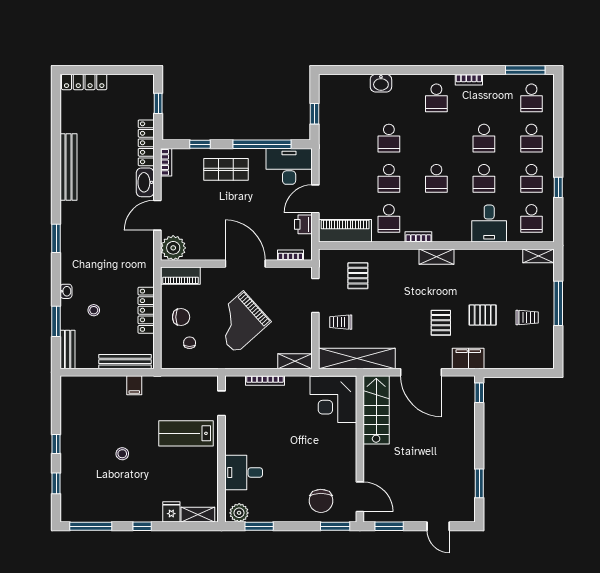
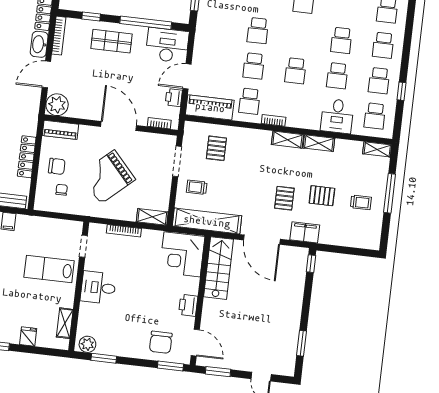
bookcase: (166, 162) -> (59, 36), width x1.56
shelving: (472, 256) -> (319, 143), added
printer: (347, 456) -> (188, 305), added
desk: (244, 473) -> (98, 288), moved
shelving: (198, 515) -> (65, 323), moved, turned 90

